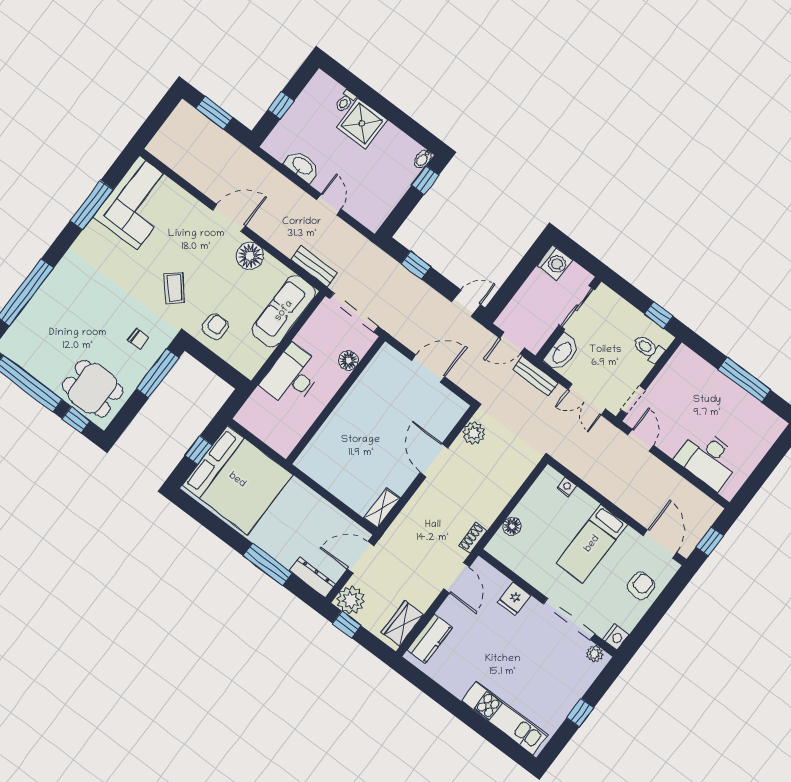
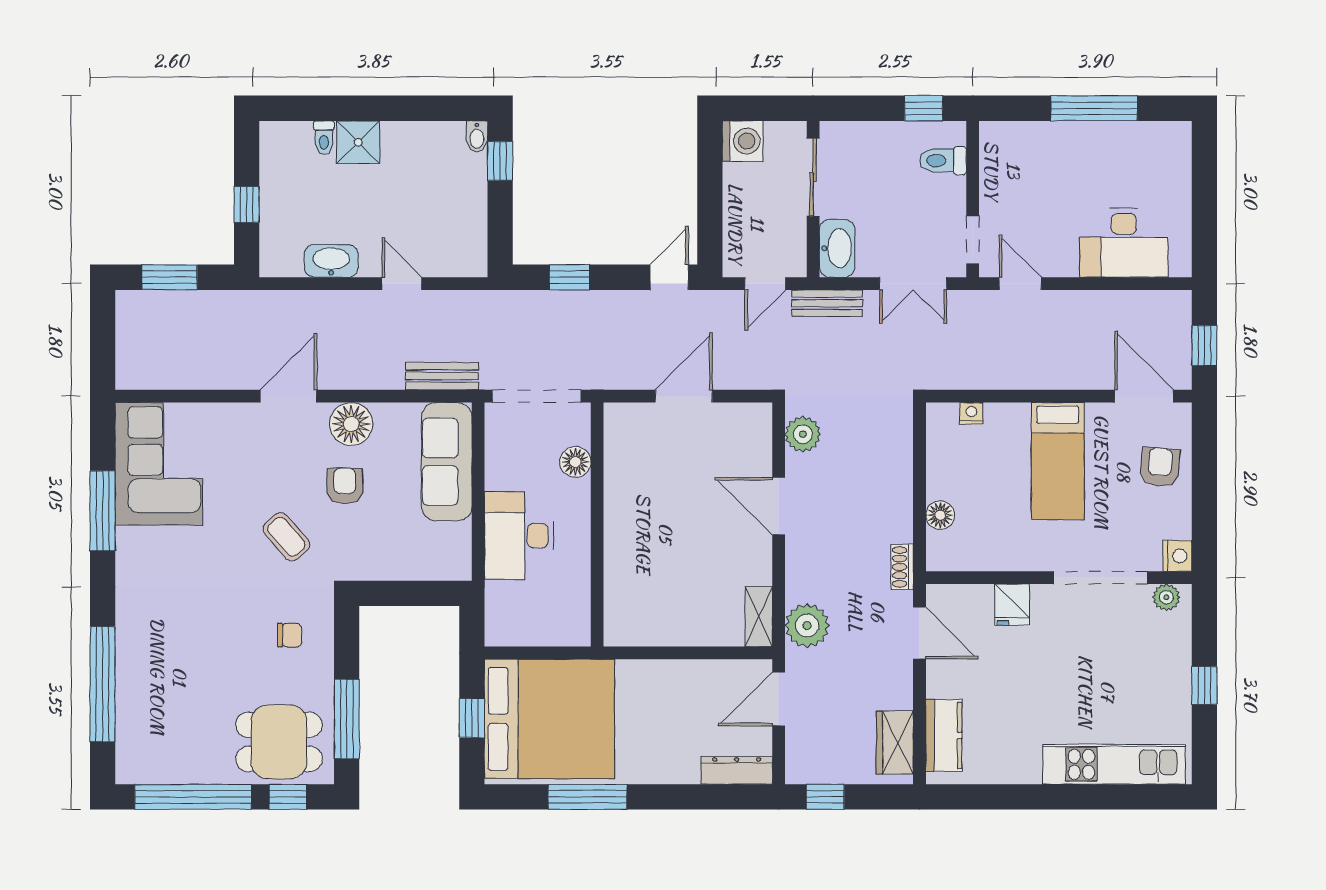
shower: (362, 123) -> (358, 142), width x0.73, depth x0.73
armchair: (215, 327) -> (345, 486), moved
window: (158, 373) -> (347, 719), moved
window: (268, 564) -> (588, 797), moved
plant: (351, 600) -> (807, 626), moved

